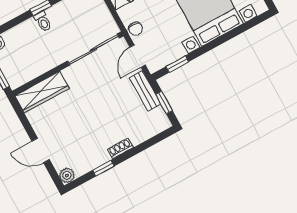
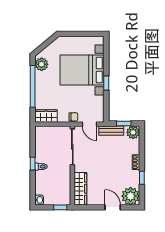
window: (177, 64) -> (106, 83), moved
plant: (159, 122) -> (133, 132), added
door: (41, 150) -> (113, 207), swing flipped
plant: (67, 175) -> (131, 196), width x1.87, depth x1.87

